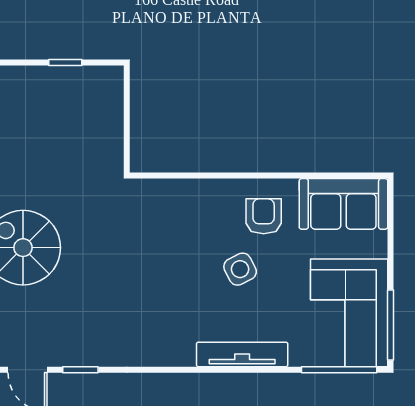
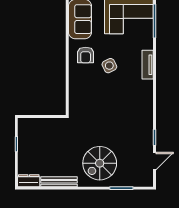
armchair: (264, 216) -> (86, 55), turned -90
tv unit: (242, 354) -> (148, 65), width x0.71

